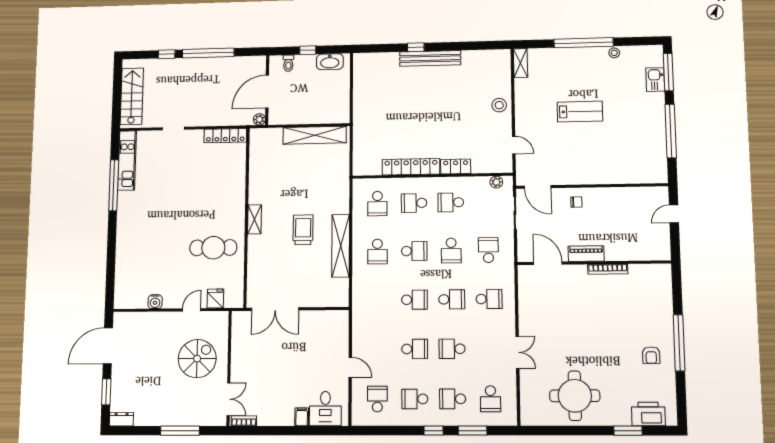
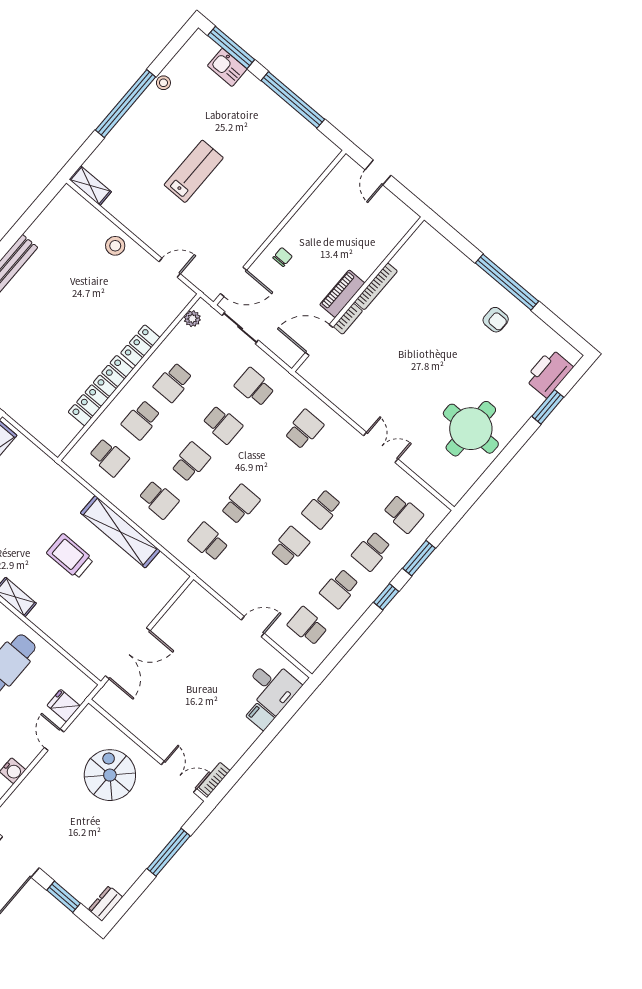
bookcase: (575, 269) -> (348, 319), added
school desk: (452, 299) -> (208, 542), moved, turned -90

